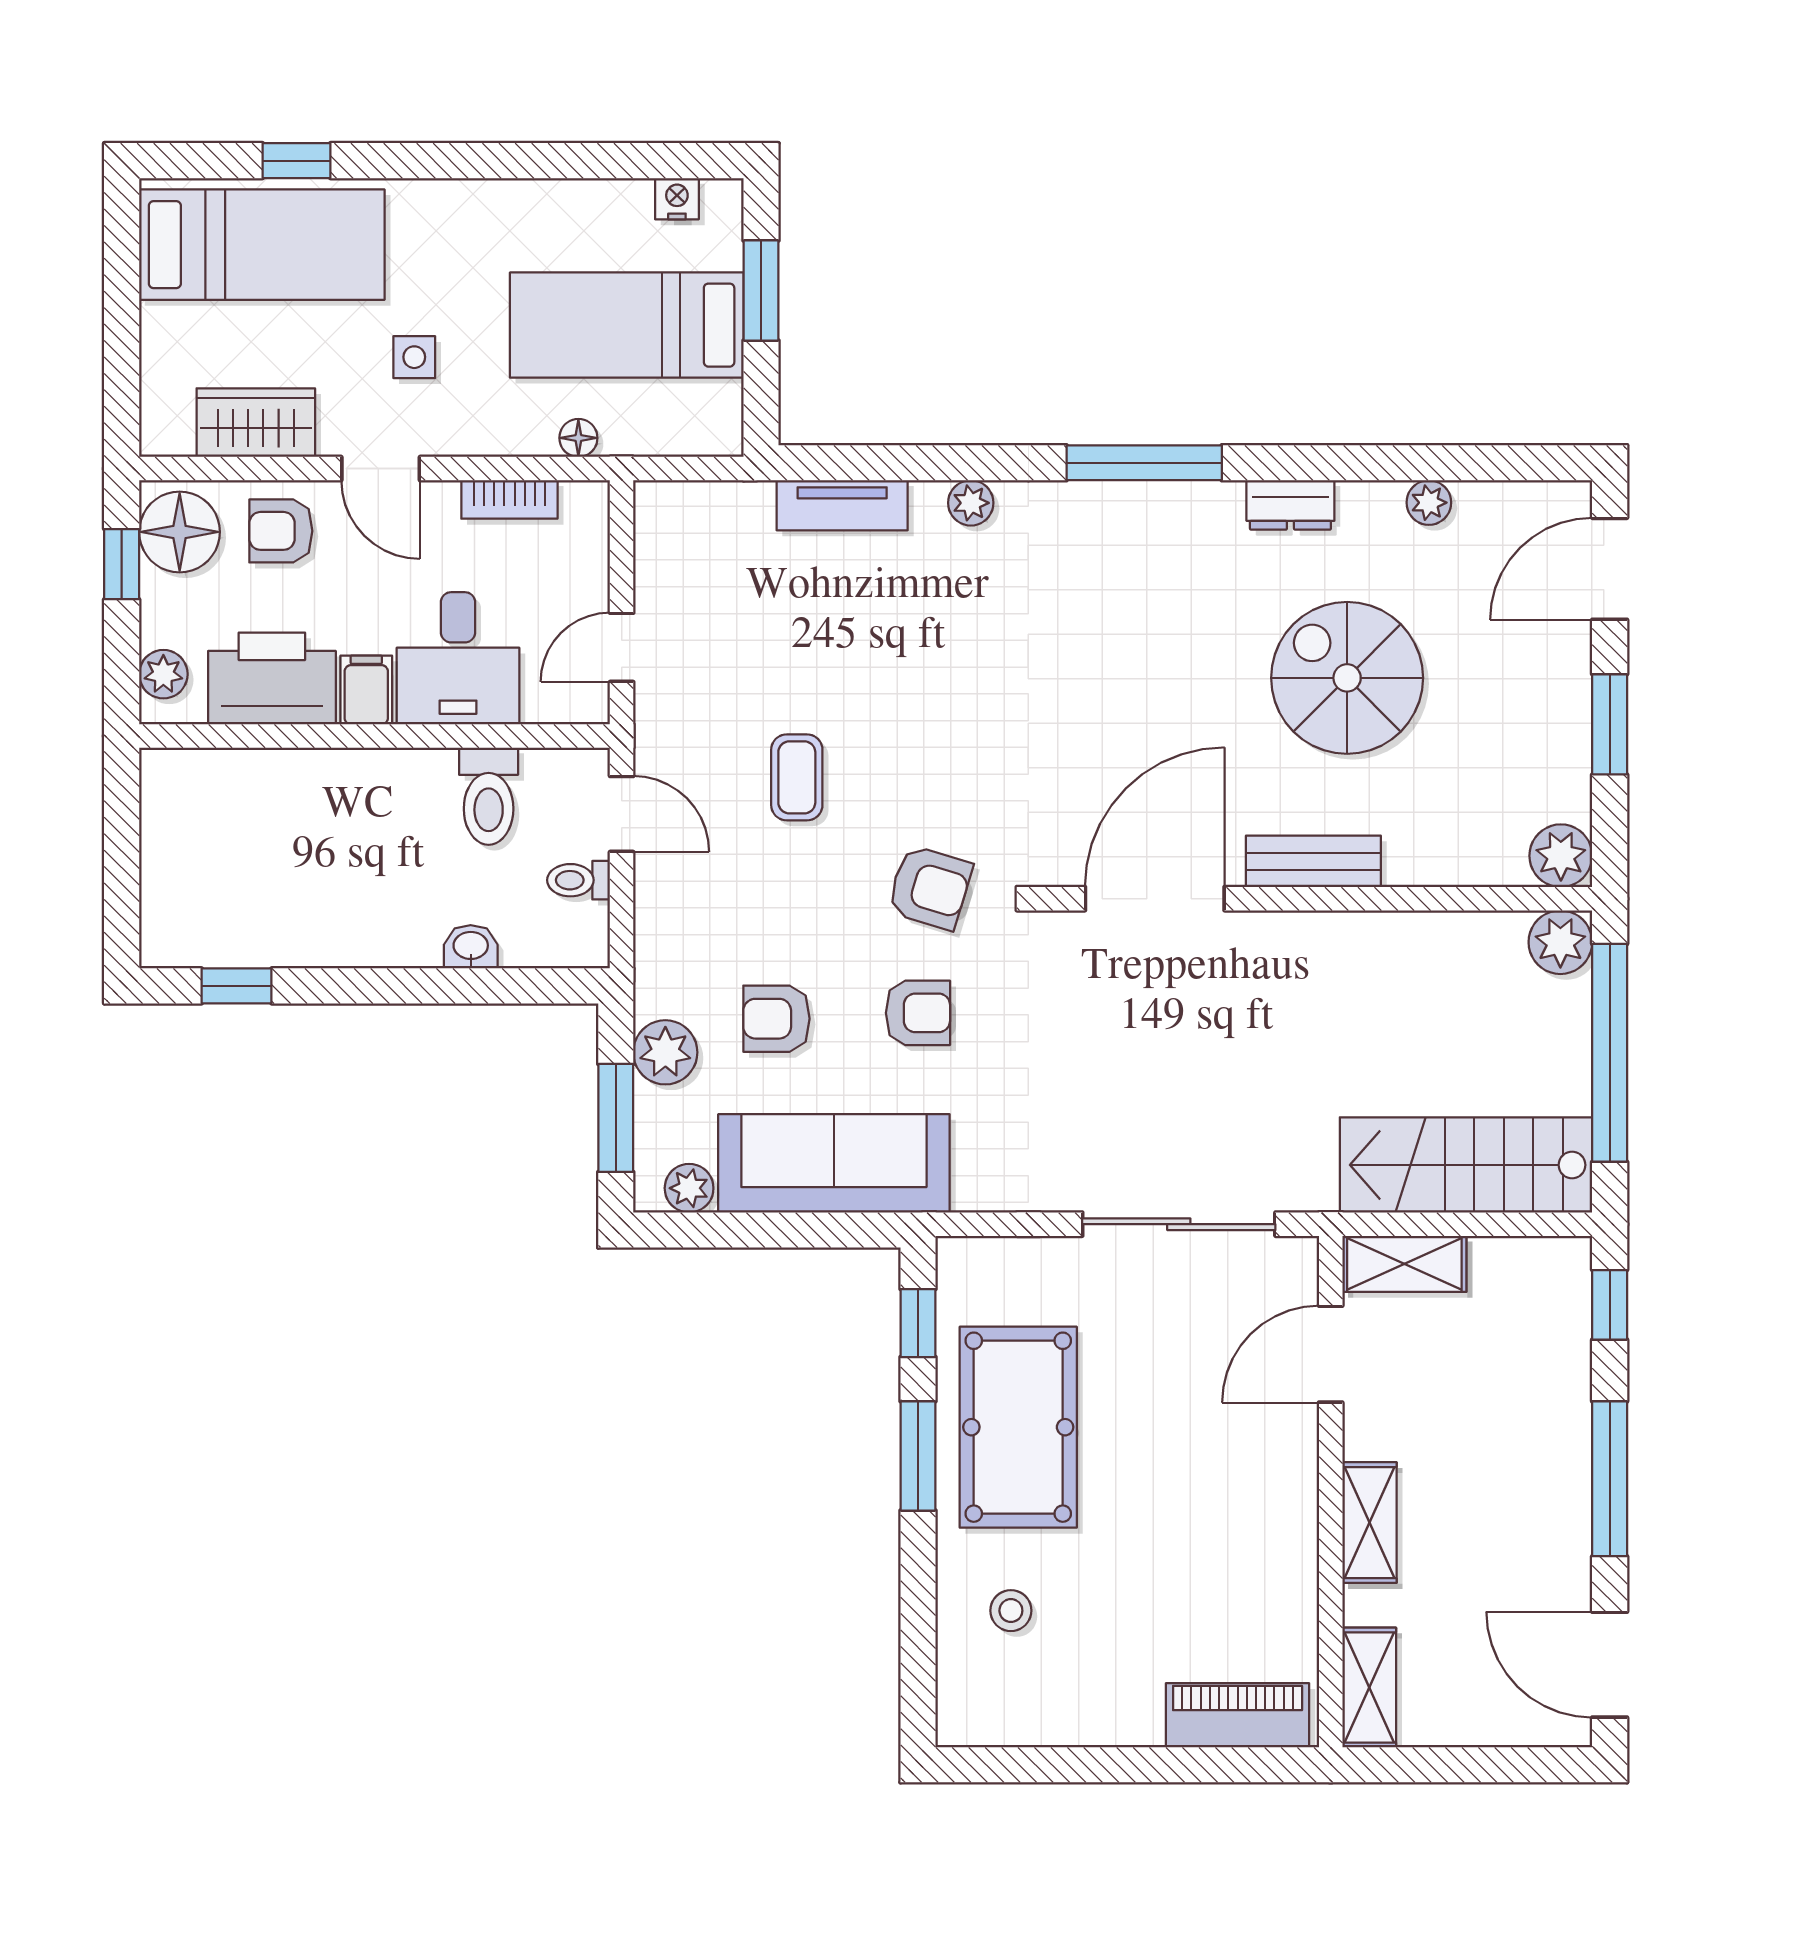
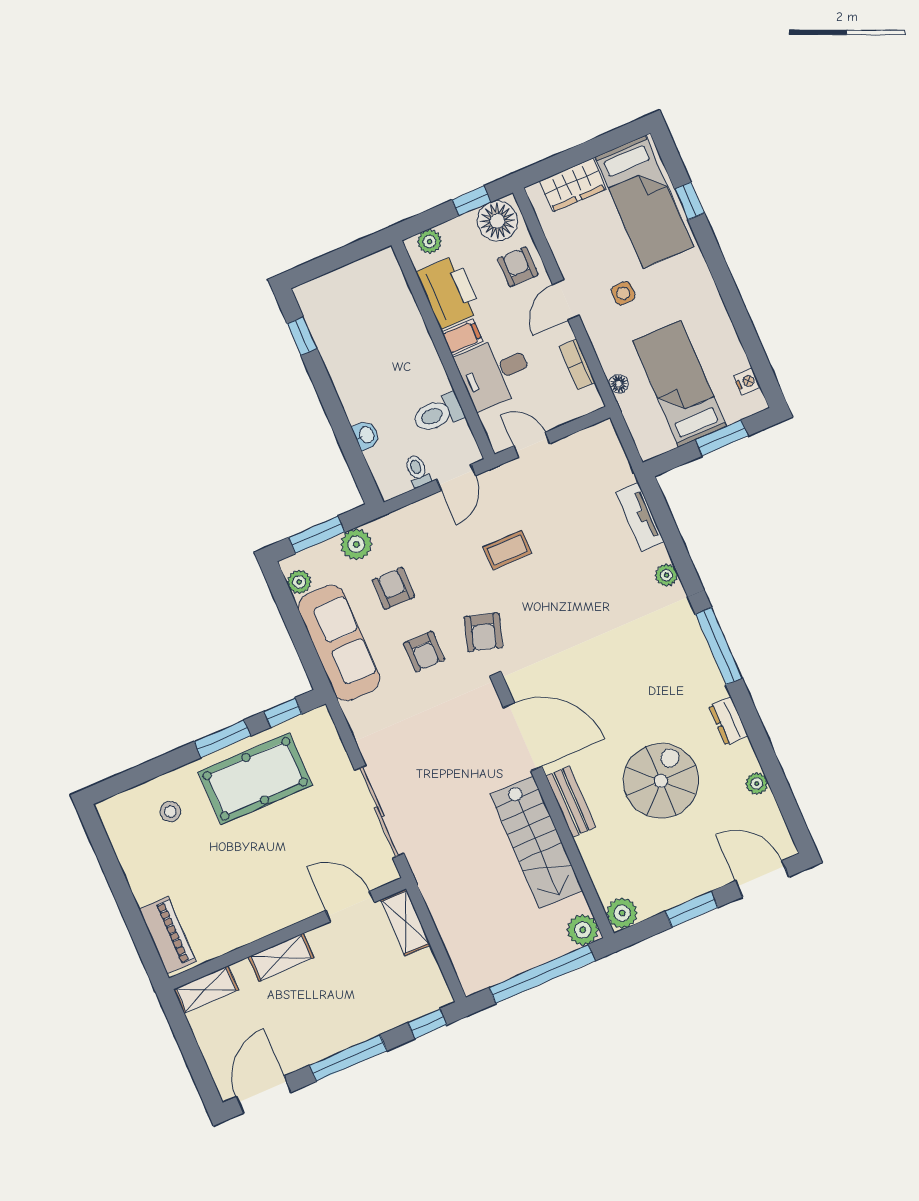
wardrobe: (256, 423) -> (573, 185), moved, turned 90
stairs: (1466, 1165) -> (536, 842), moved, turned 180

